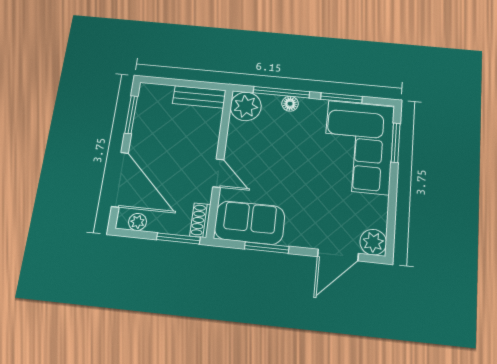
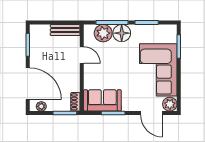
floor lamp: (290, 104) -> (122, 33), width x1.89, depth x1.89
plant: (246, 106) -> (103, 33), moved
corner sofa: (358, 147) -> (158, 70), moved
door: (218, 173) -> (82, 55), moved
door: (338, 255) -> (152, 113), hinge flipped

